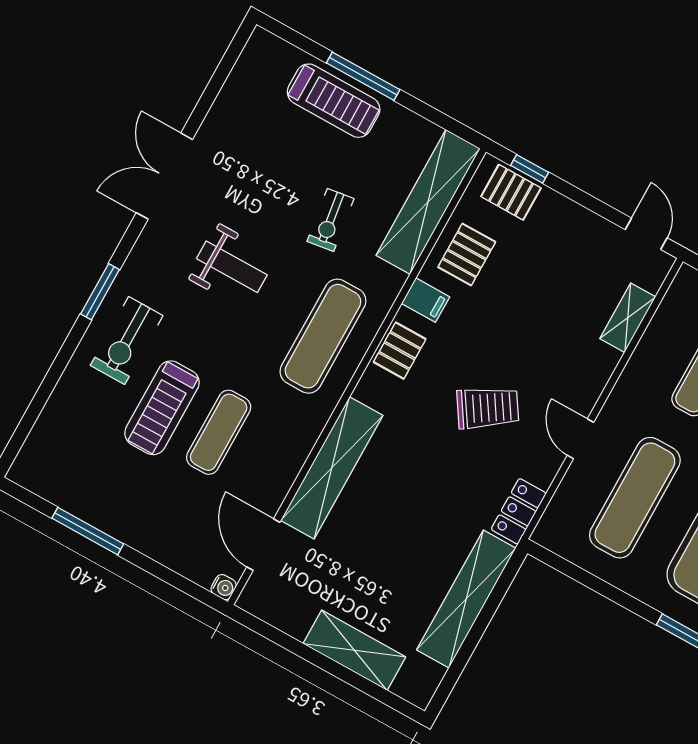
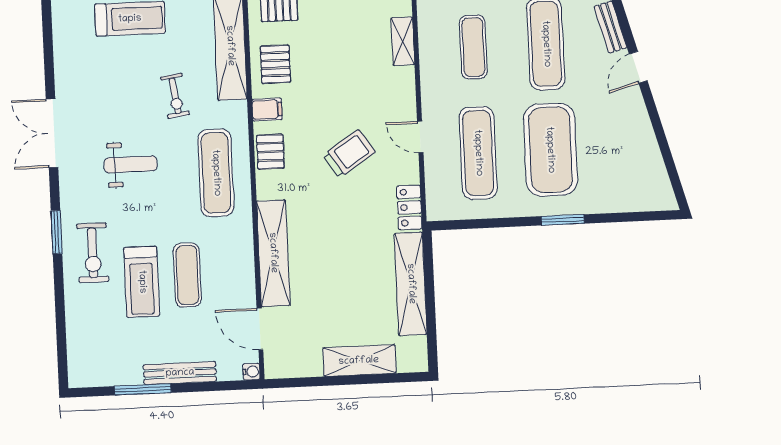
bench: (141, 538) -> (180, 373), added

